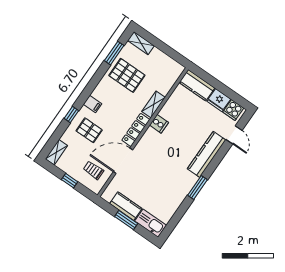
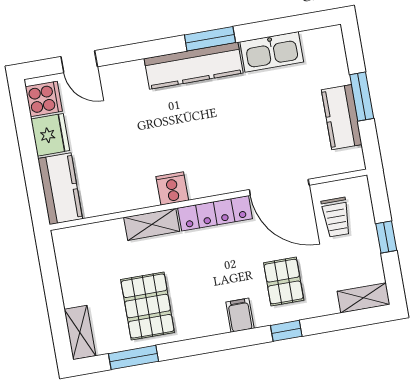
door: (234, 135) -> (79, 62), swing flipped
kitchen counter: (207, 154) -> (194, 66), moved
kitchen sink: (151, 223) -> (272, 52), moved, turned -90

